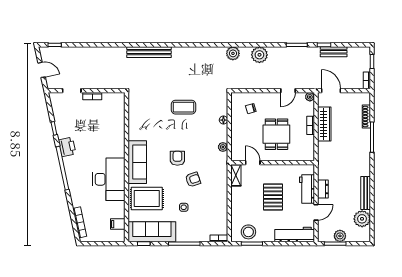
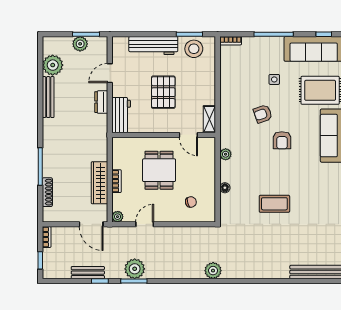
plant: (259, 55) -> (135, 269), moved
workbench: (307, 189) -> (121, 115), moved
workbench: (295, 235) -> (153, 46), moved

